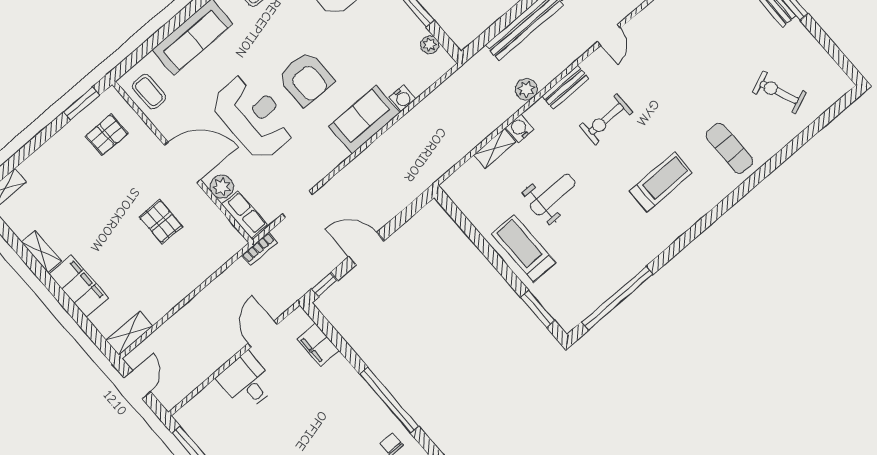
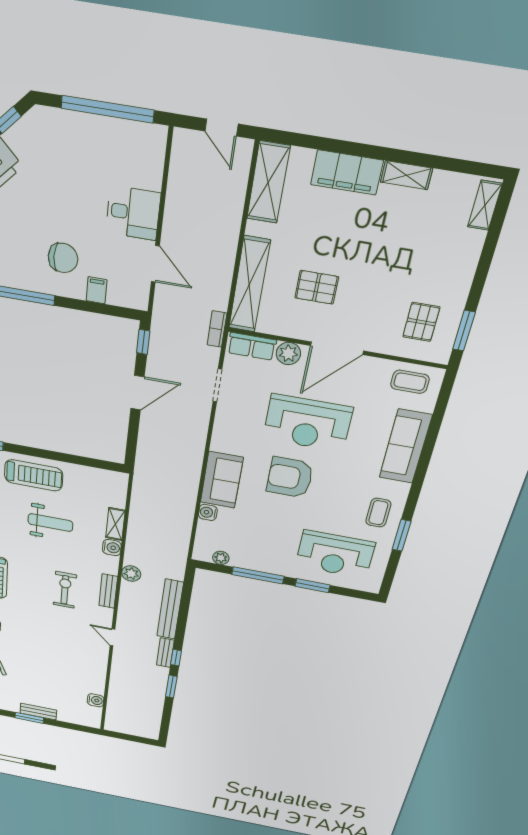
weight bench: (553, 195) -> (50, 523), turned -90
shelving: (207, 263) -> (249, 285), added
shelving: (129, 333) -> (268, 182), width x1.50, depth x1.33
filing cabinet: (318, 345) -> (97, 290), width x0.50
chair: (327, 395) -> (63, 258), added

